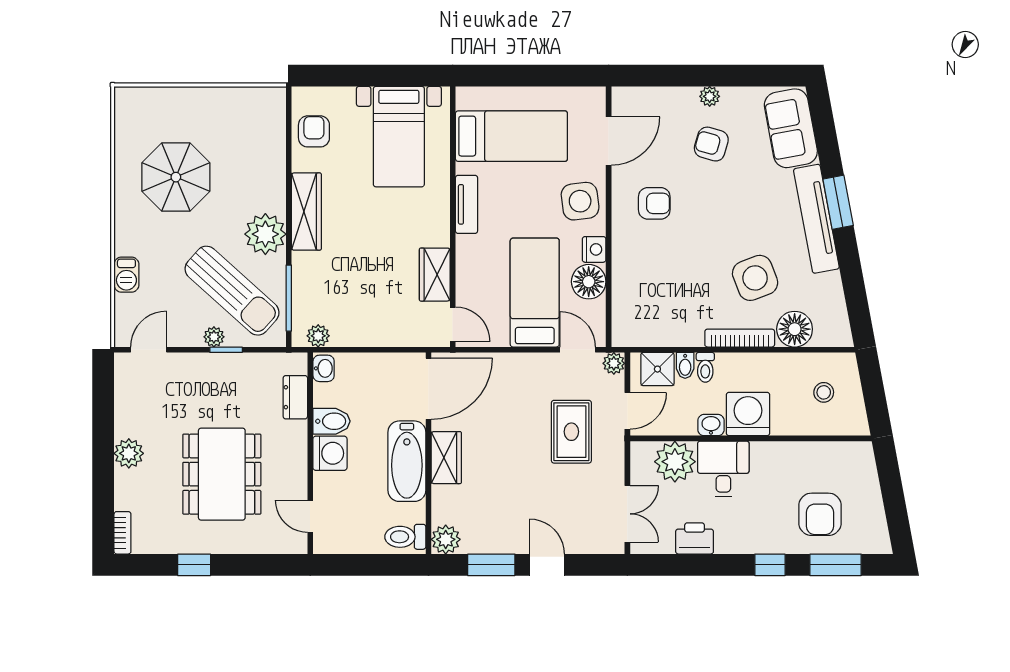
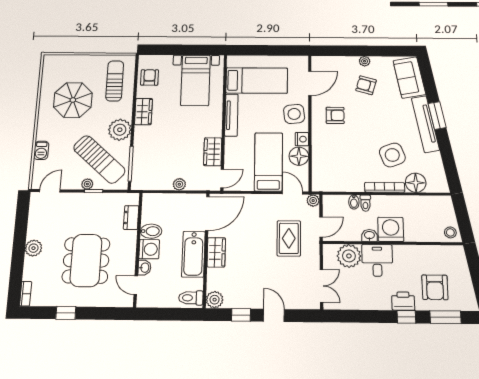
sun lounger: (250, 139) -> (115, 81), added
tv unit: (466, 204) -> (231, 115), width x1.41
wardrobe: (306, 212) -> (143, 112), width x0.67
door: (453, 324) -> (222, 178), hinge flipped
plant: (318, 336) -> (179, 184), moved
washbasin: (324, 368) -> (145, 268), moved
shower: (657, 369) -> (338, 204), removed
stool: (824, 392) -> (450, 232), moved
printer: (695, 538) -> (403, 301), moved
window: (491, 565) -> (241, 315), width x0.67

